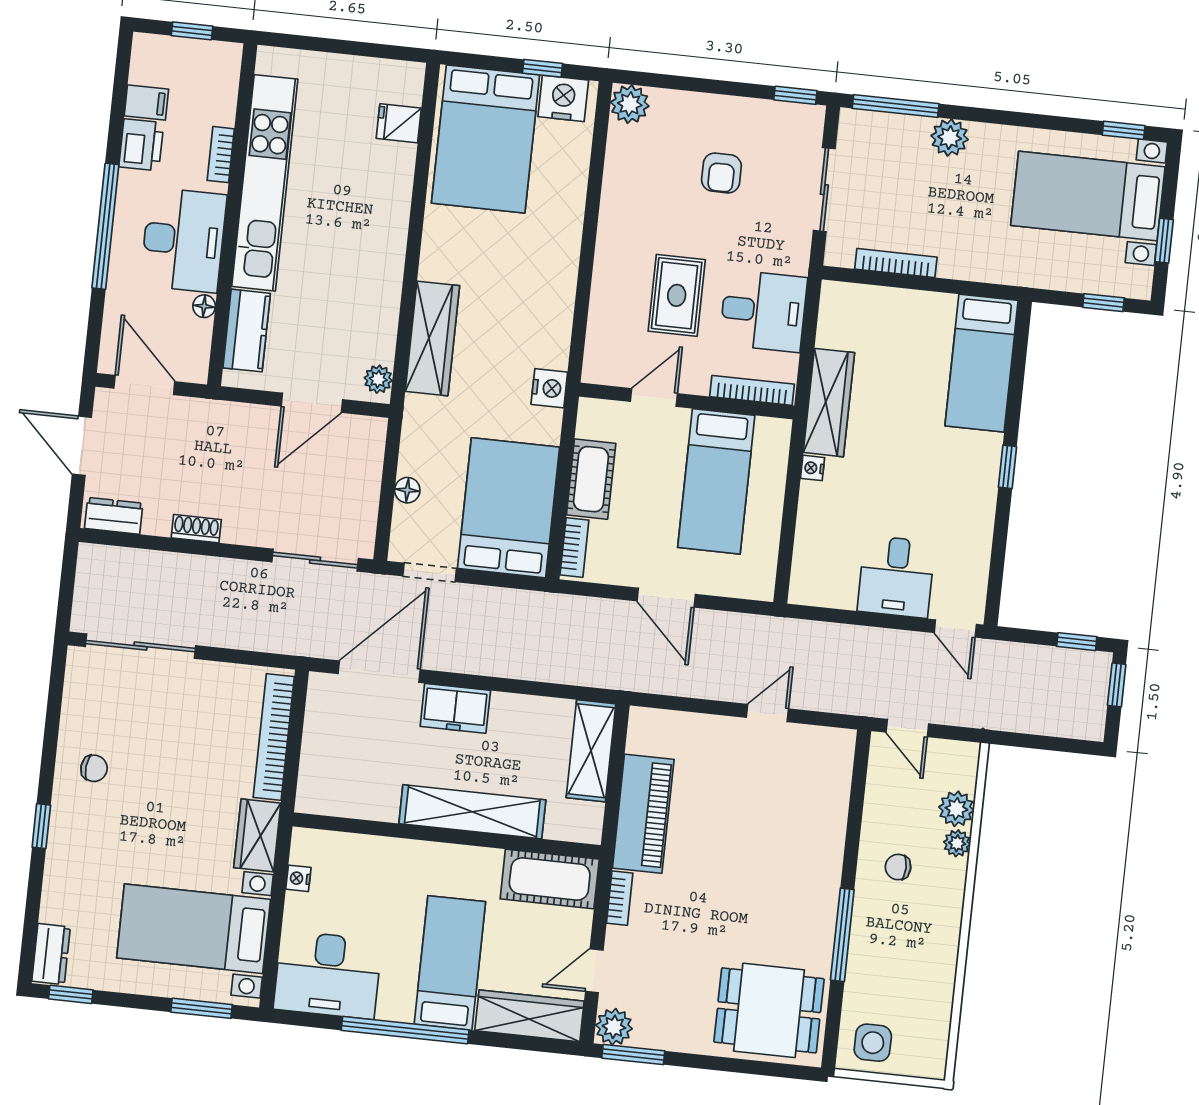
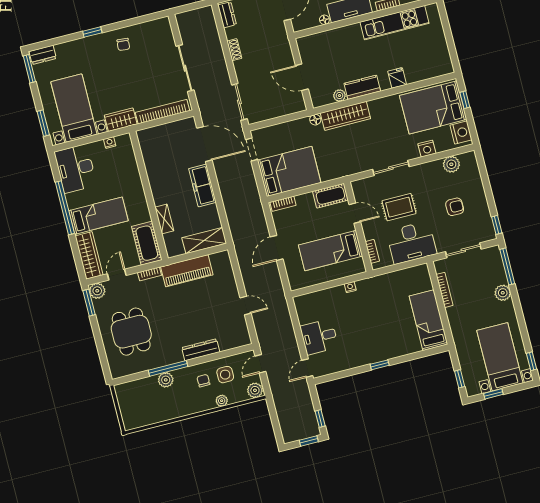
window: (542, 68) -> (465, 100), moved
plant: (630, 104) -> (451, 164), moved
fridge: (399, 123) -> (397, 78), moved
armchair: (721, 173) -> (455, 207), turned 180
kitchen unit: (265, 183) -> (395, 23), width x0.73
sliding door: (584, 281) -> (391, 168), added
desk: (763, 311) -> (412, 243), width x1.37
kitchen counter: (247, 331) -> (362, 87), moved, turned 180
bed: (982, 363) -> (428, 320), moved, turned 90
plant: (378, 379) -> (339, 96), moved
nightstand: (549, 388) -> (427, 149), moved
bookcase: (752, 390) -> (372, 251), width x0.64
wardrobe: (829, 403) -> (379, 284), removed
cot: (591, 479) -> (330, 196), moved
floor lamp: (407, 490) -> (315, 120), moved
sliding door: (140, 646) -> (185, 68), moved
freezer: (455, 708) -> (202, 185), width x1.40
plant: (956, 809) -> (255, 390), moved
shelving: (472, 812) -> (164, 219), width x0.45, depth x0.75
dresser: (828, 848) -> (201, 350), added
plant: (866, 949) -> (166, 380), added
door: (594, 971) -> (117, 275), hinge flipped
window: (71, 994) -> (29, 69), width x1.50
dining table: (769, 1010) -> (131, 332), moved
side table: (873, 1043) -> (225, 375), moved

